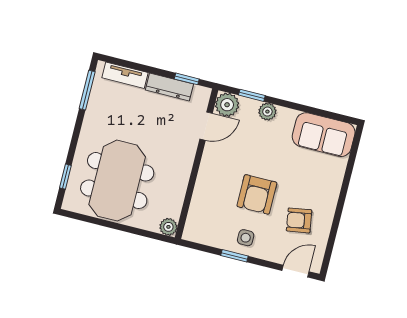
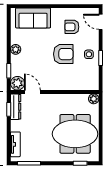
dresser: (169, 87) -> (16, 107), moved
plant: (267, 112) -> (16, 49), moved
sofa: (324, 135) -> (33, 18), moved, turned 90
armchair: (299, 220) -> (72, 27), turned 99

